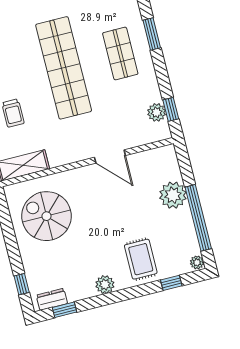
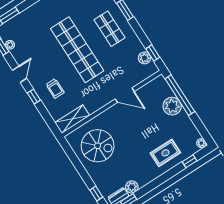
spiral stairs: (46, 216) -> (98, 146), turned 180
window: (198, 218) -> (180, 95), moved
rug: (141, 259) -> (165, 153), turned 90
plant: (105, 285) -> (132, 187), moved

